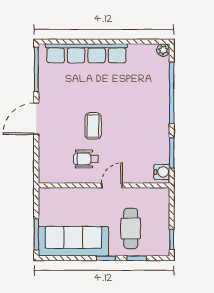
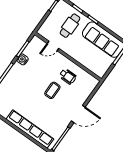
water cooler: (162, 172) -> (23, 59), moved
door: (112, 185) -> (53, 46), moved

